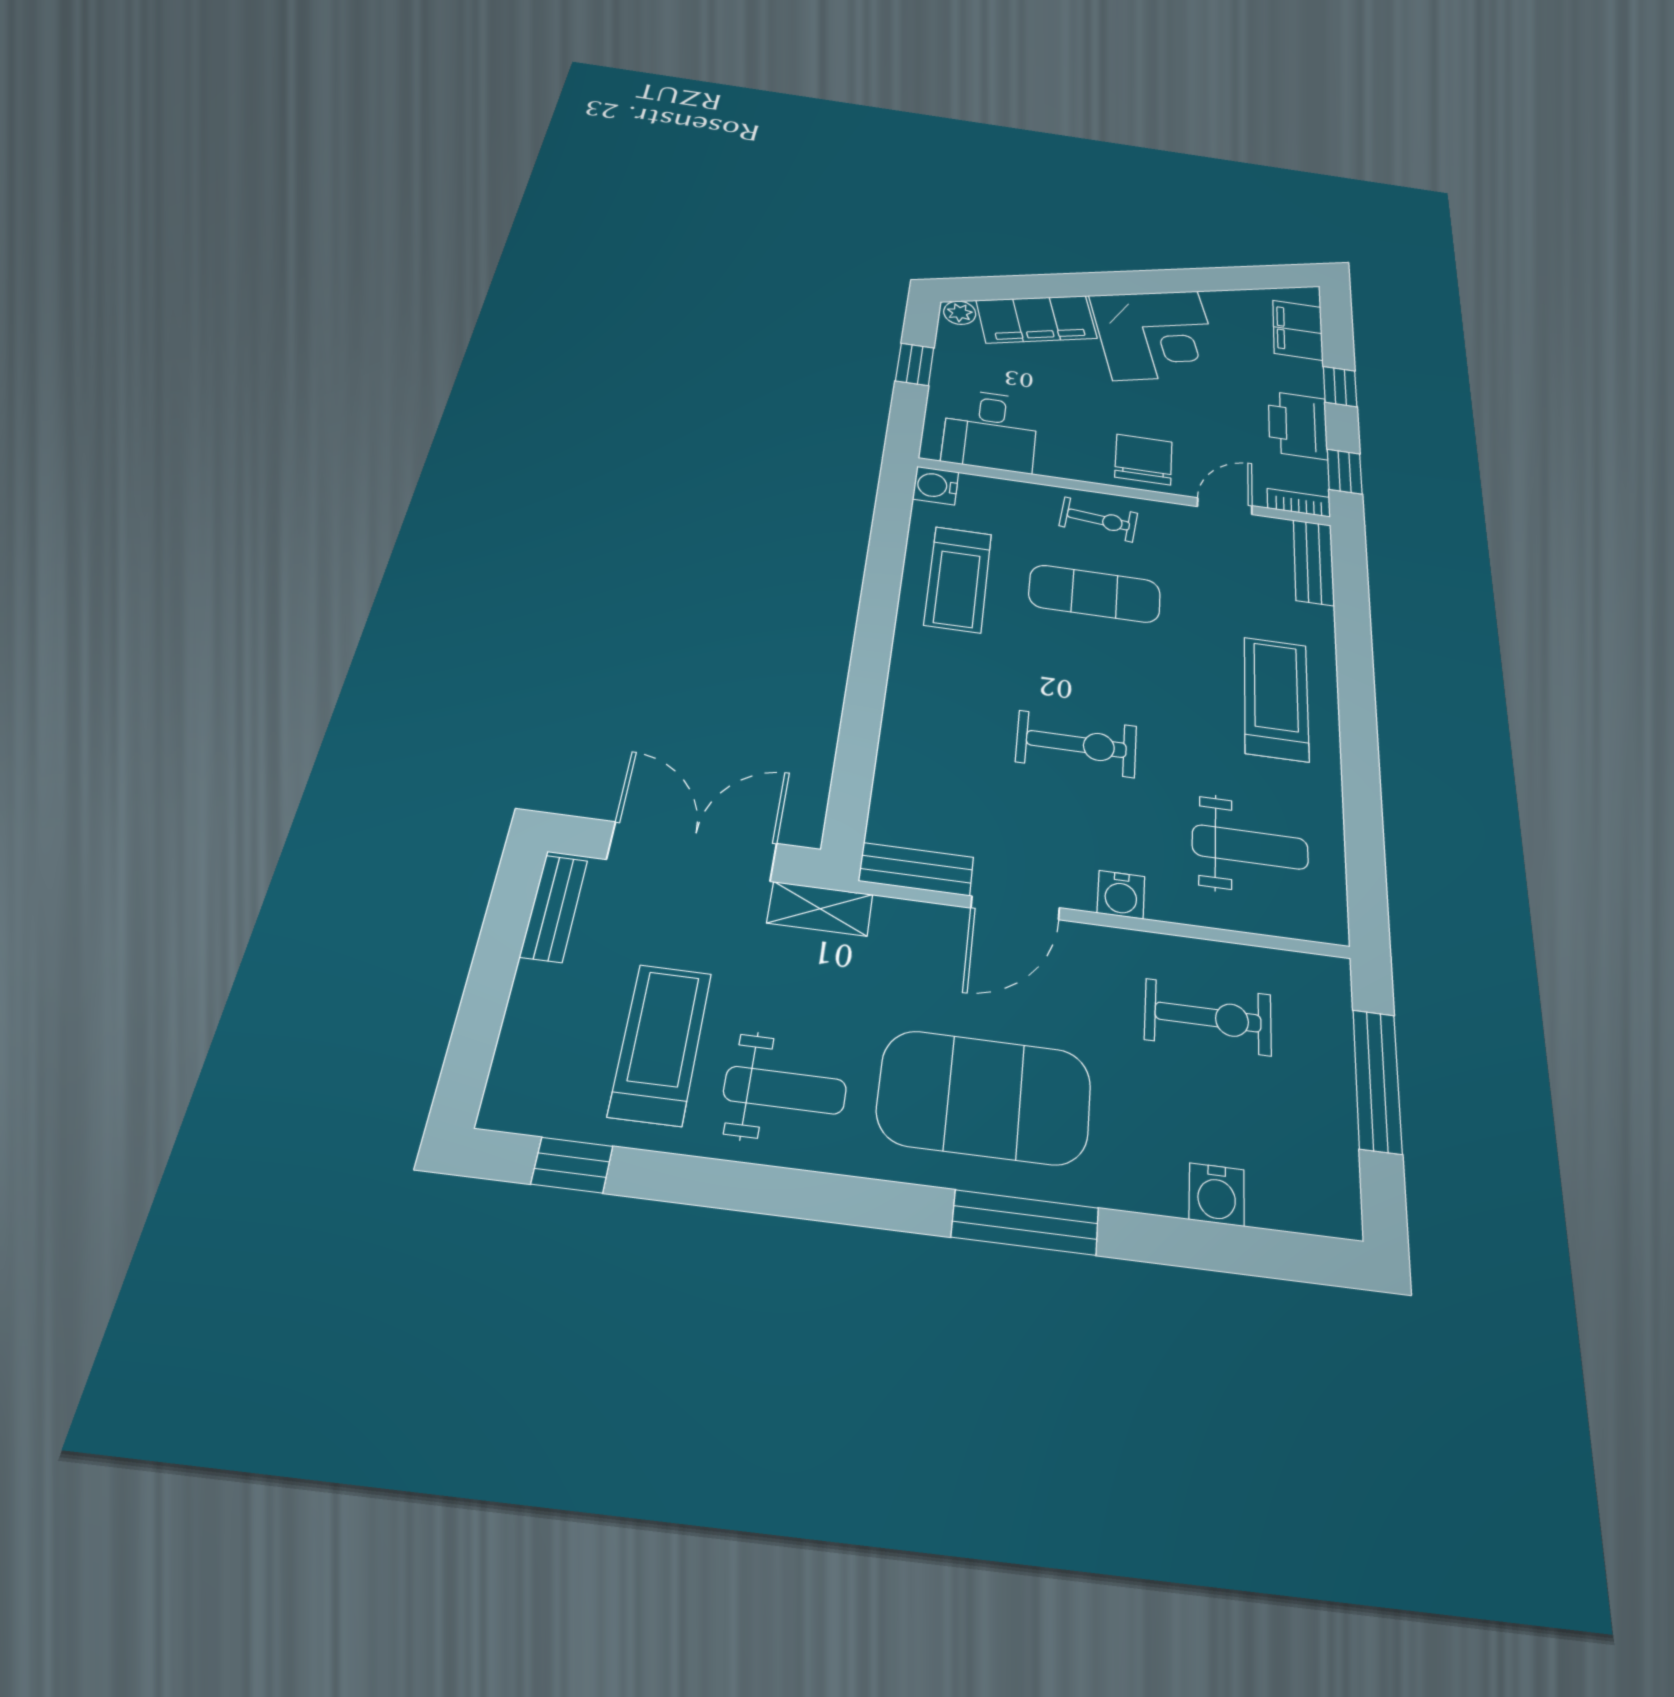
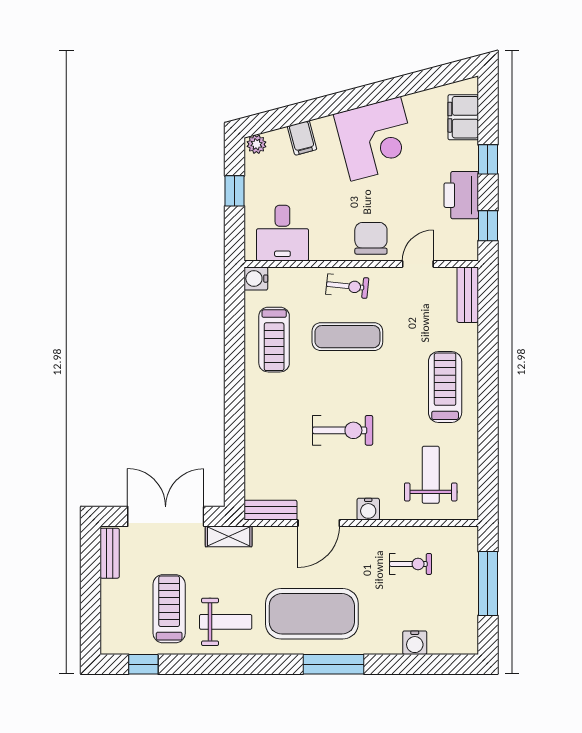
filing cabinet: (1036, 319) -> (302, 138), width x0.33, depth x0.86
bookcase: (1299, 503) -> (460, 254), removed
weight bench: (1250, 847) -> (431, 475), turned -90
exercise bike: (1208, 1017) -> (411, 564), width x0.73, depth x0.72

